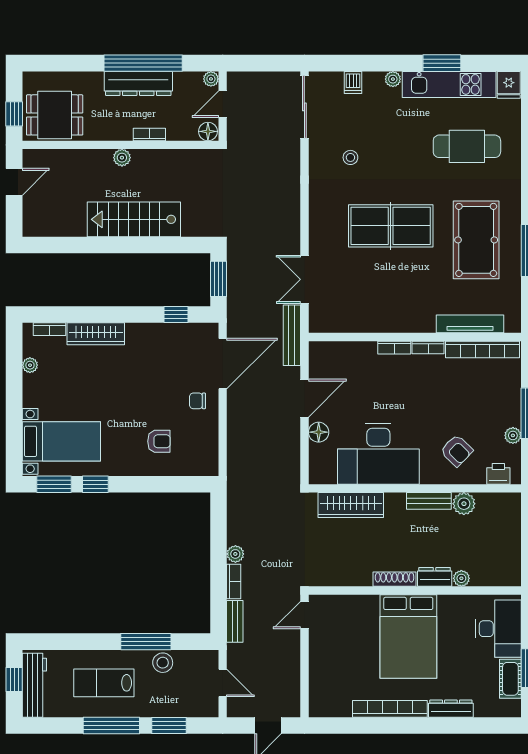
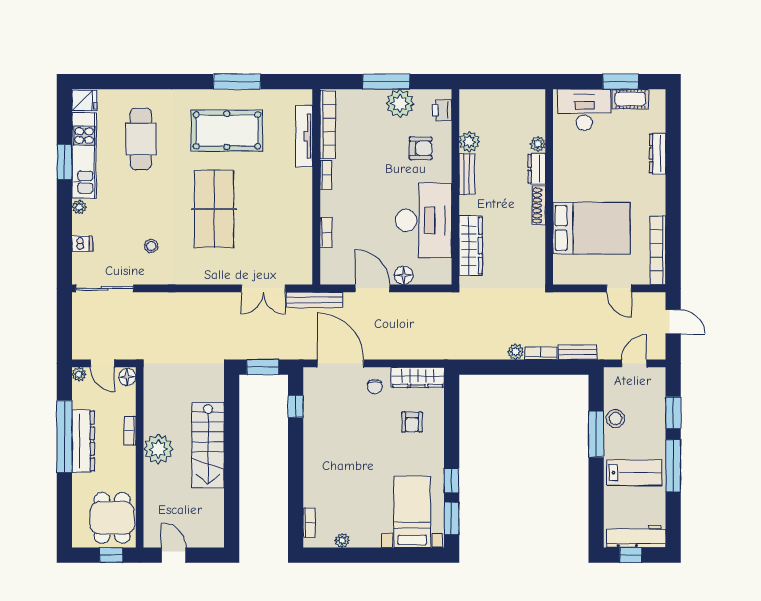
plant: (122, 158) -> (158, 449), width x1.87, depth x1.87
wardrobe: (96, 334) -> (418, 377), moved, turned 90
bookcase: (394, 348) -> (326, 232), moved
plant: (513, 435) -> (400, 103), width x1.87, depth x1.87
armchair: (159, 441) -> (412, 422), turned 180
armchair: (457, 451) -> (421, 148), turned 46
door: (304, 615) -> (619, 288), moved
bed: (408, 637) -> (591, 228), moved
lab bench: (104, 683) -> (634, 473), turned -90
bookcase: (390, 709) -> (658, 250), moved

